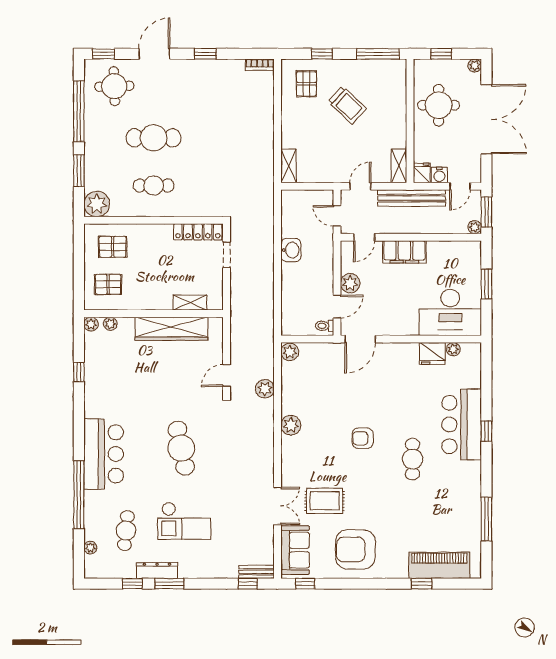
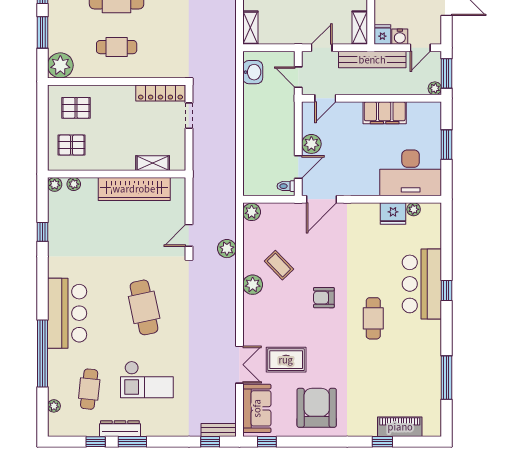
washbasin: (291, 250) -> (253, 72), moved
filing cabinet: (404, 252) -> (385, 113), moved
coffee table: (317, 405) -> (279, 265), added
armchair: (355, 549) -> (317, 408), turned 90
piano: (439, 565) -> (400, 427), width x0.73, depth x0.75

